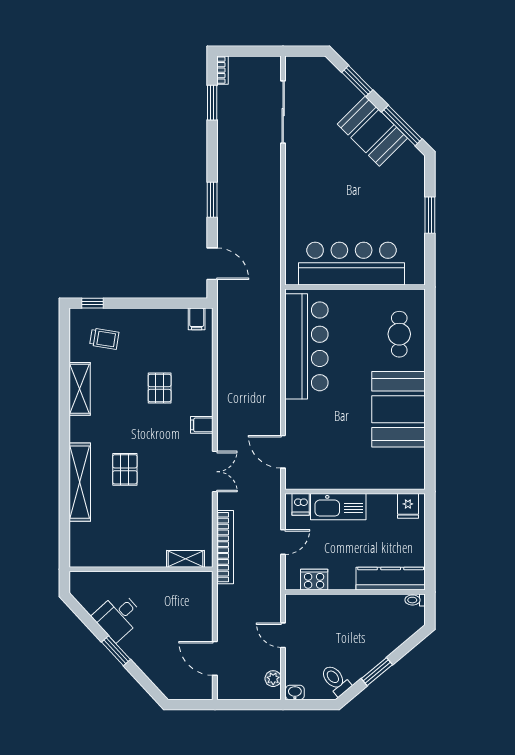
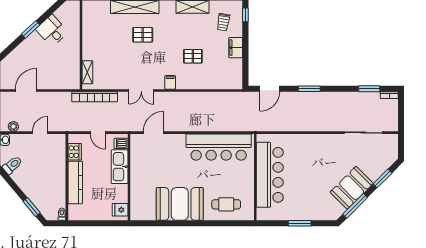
filing cabinet: (197, 319) -> (236, 48), moved, width x2.00
kitchen counter: (391, 579) -> (75, 182), moved
window: (377, 672) -> (31, 207), moved

